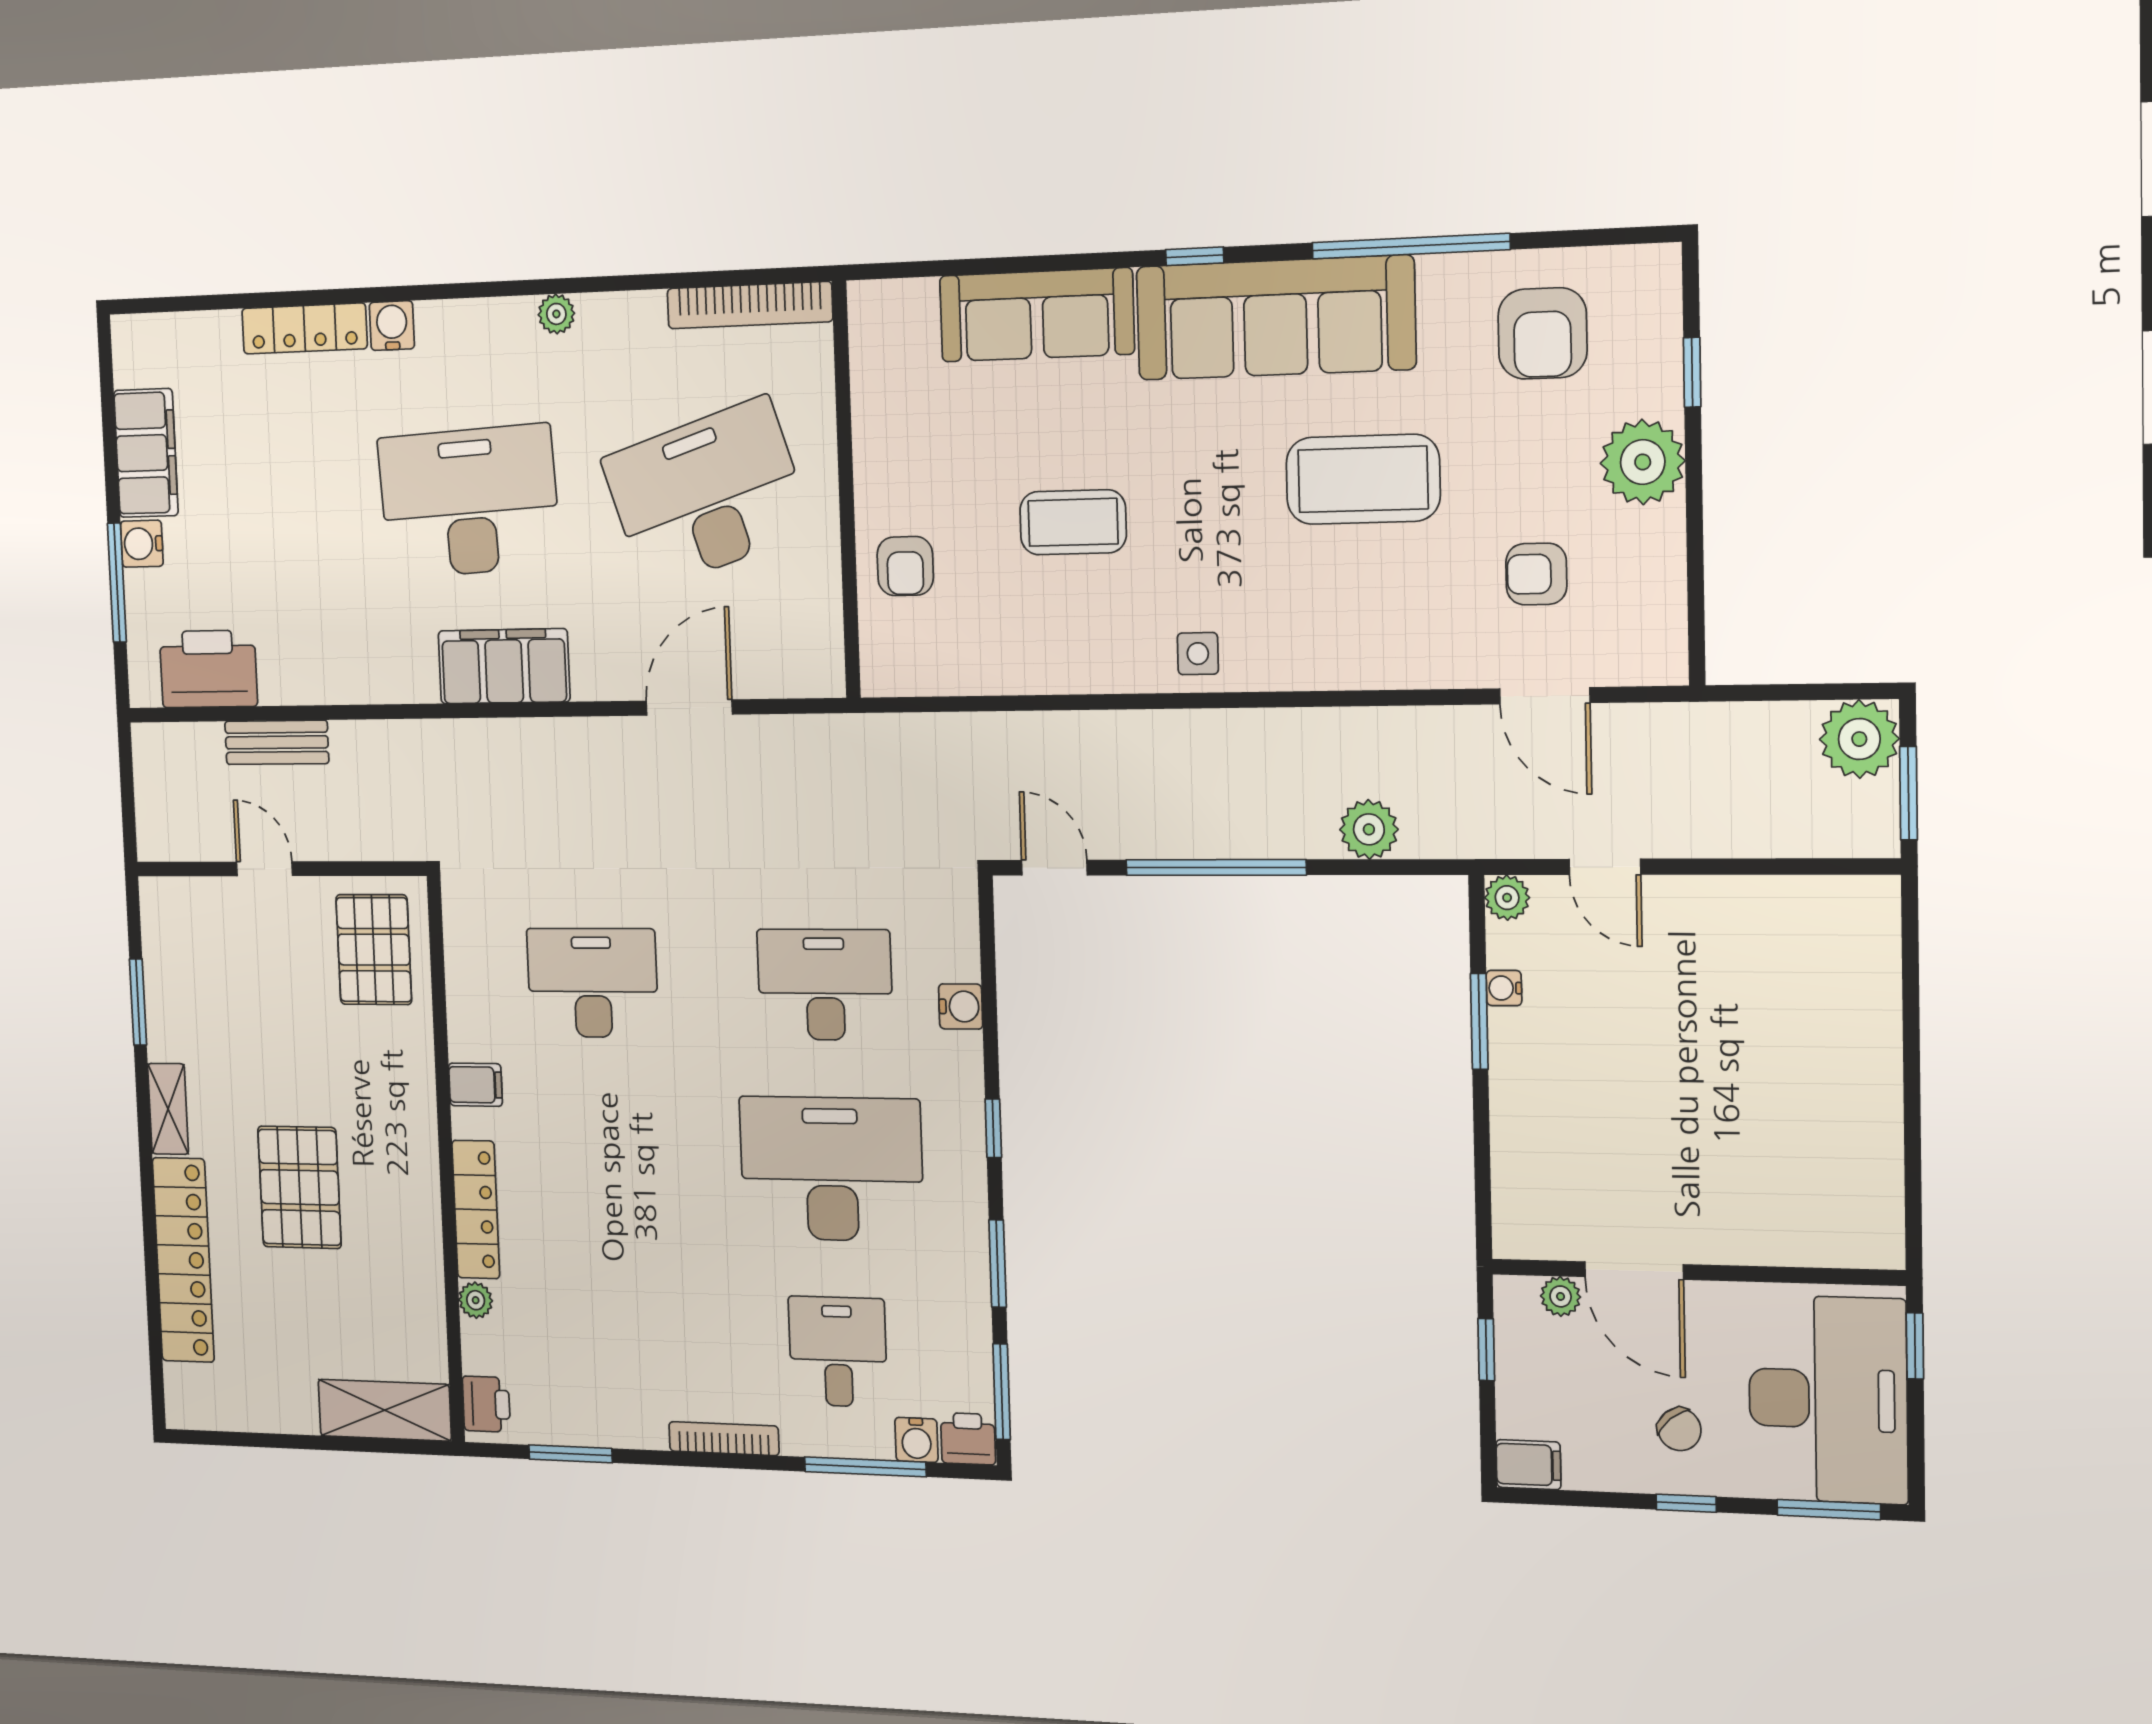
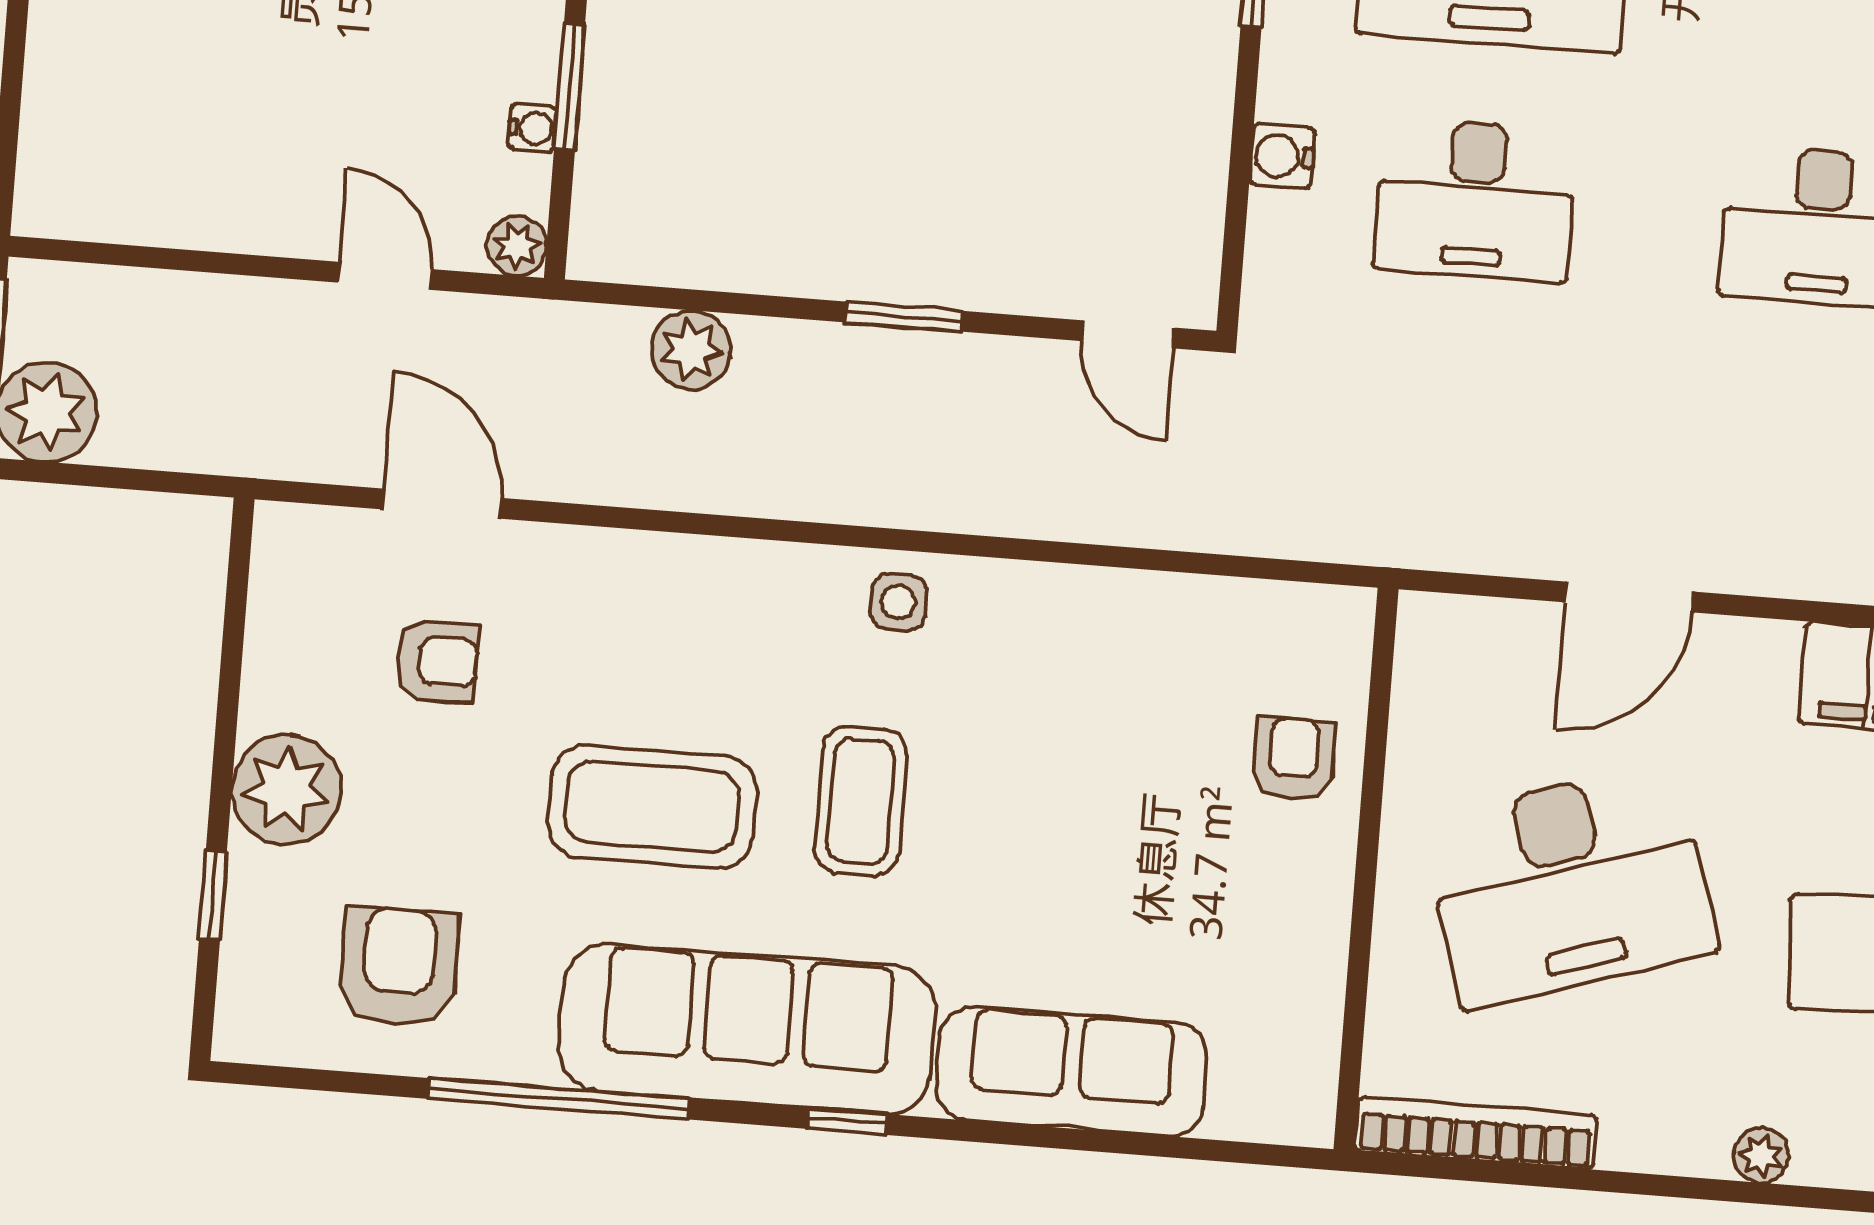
coffee table: (1073, 522) -> (861, 801), moved, turned 90
window: (1216, 867) -> (904, 317), width x0.47

